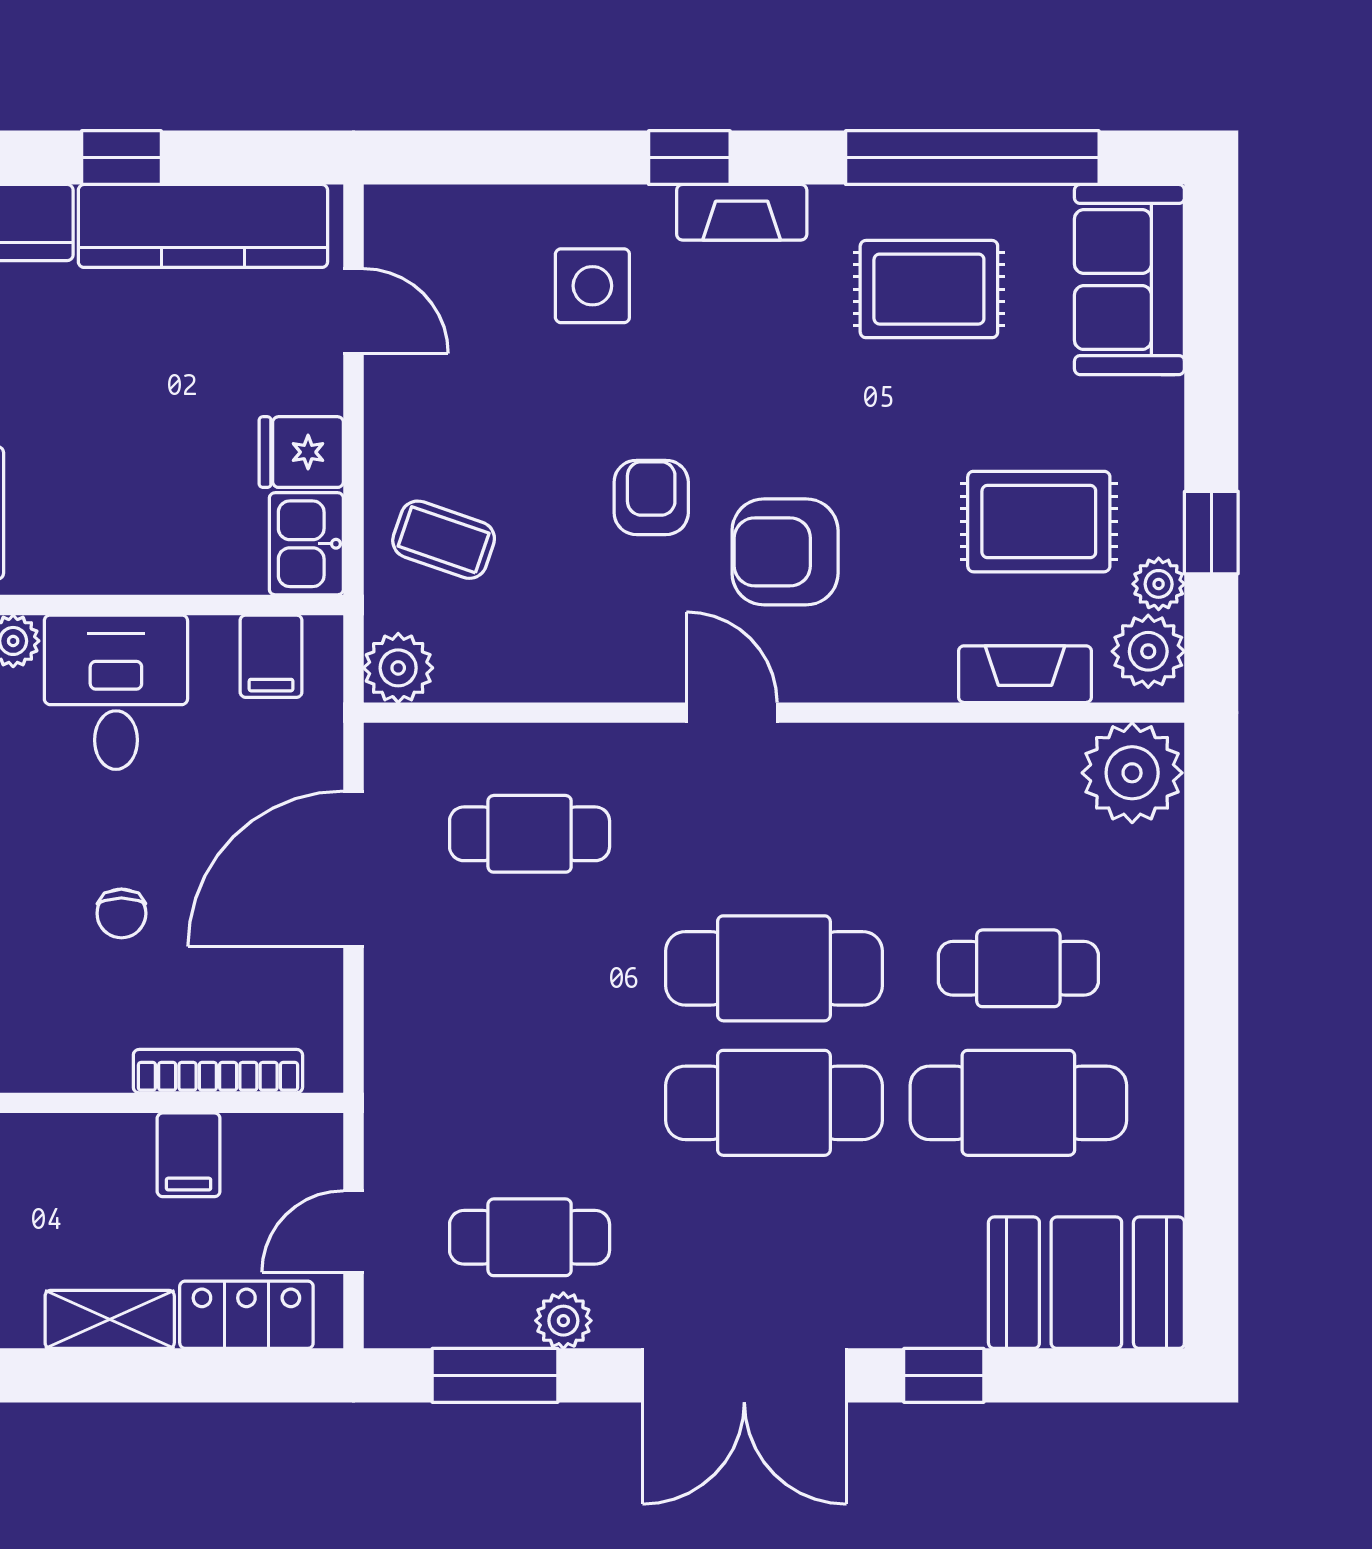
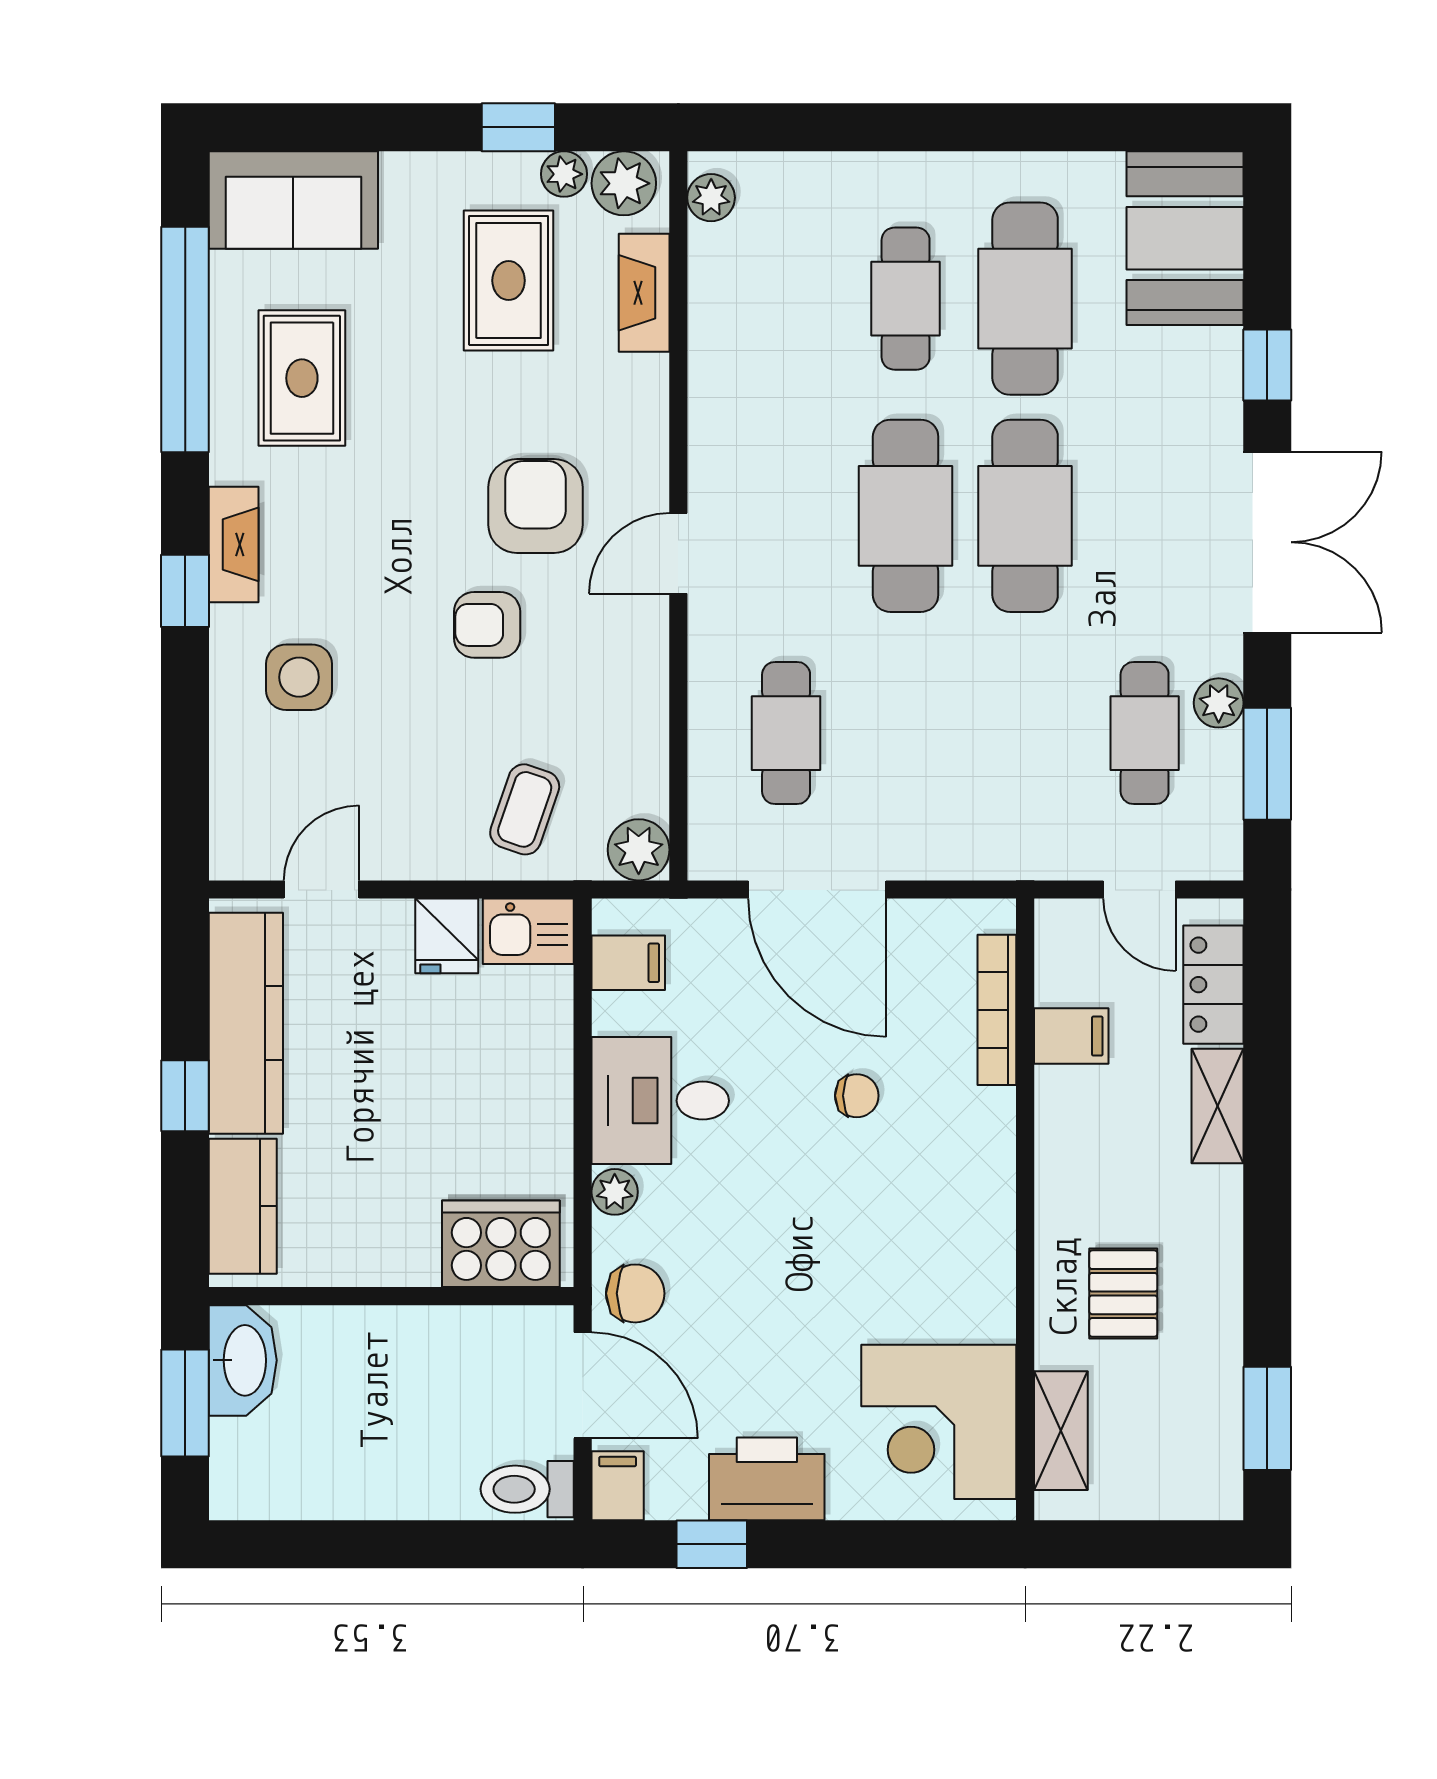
armchair: (785, 552) -> (535, 506), turned 180
plant: (1132, 773) -> (711, 198), width x0.53, depth x0.53

